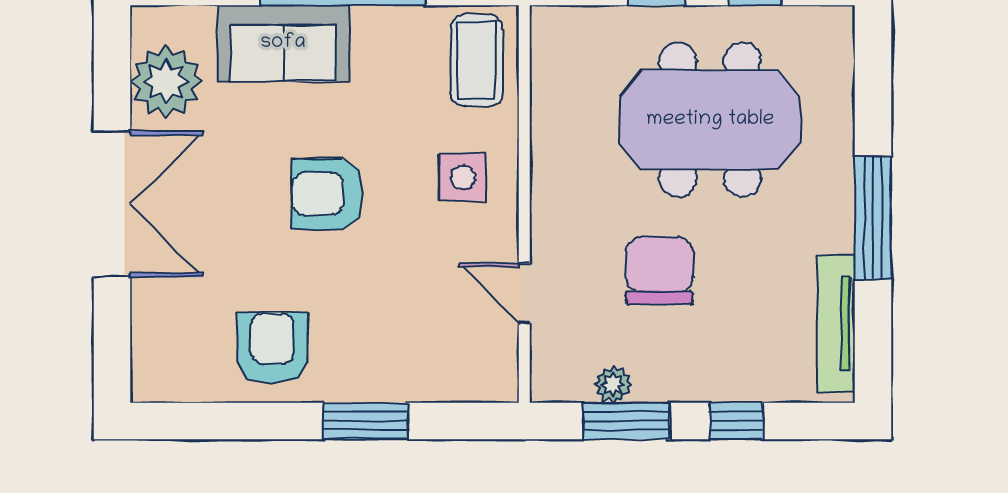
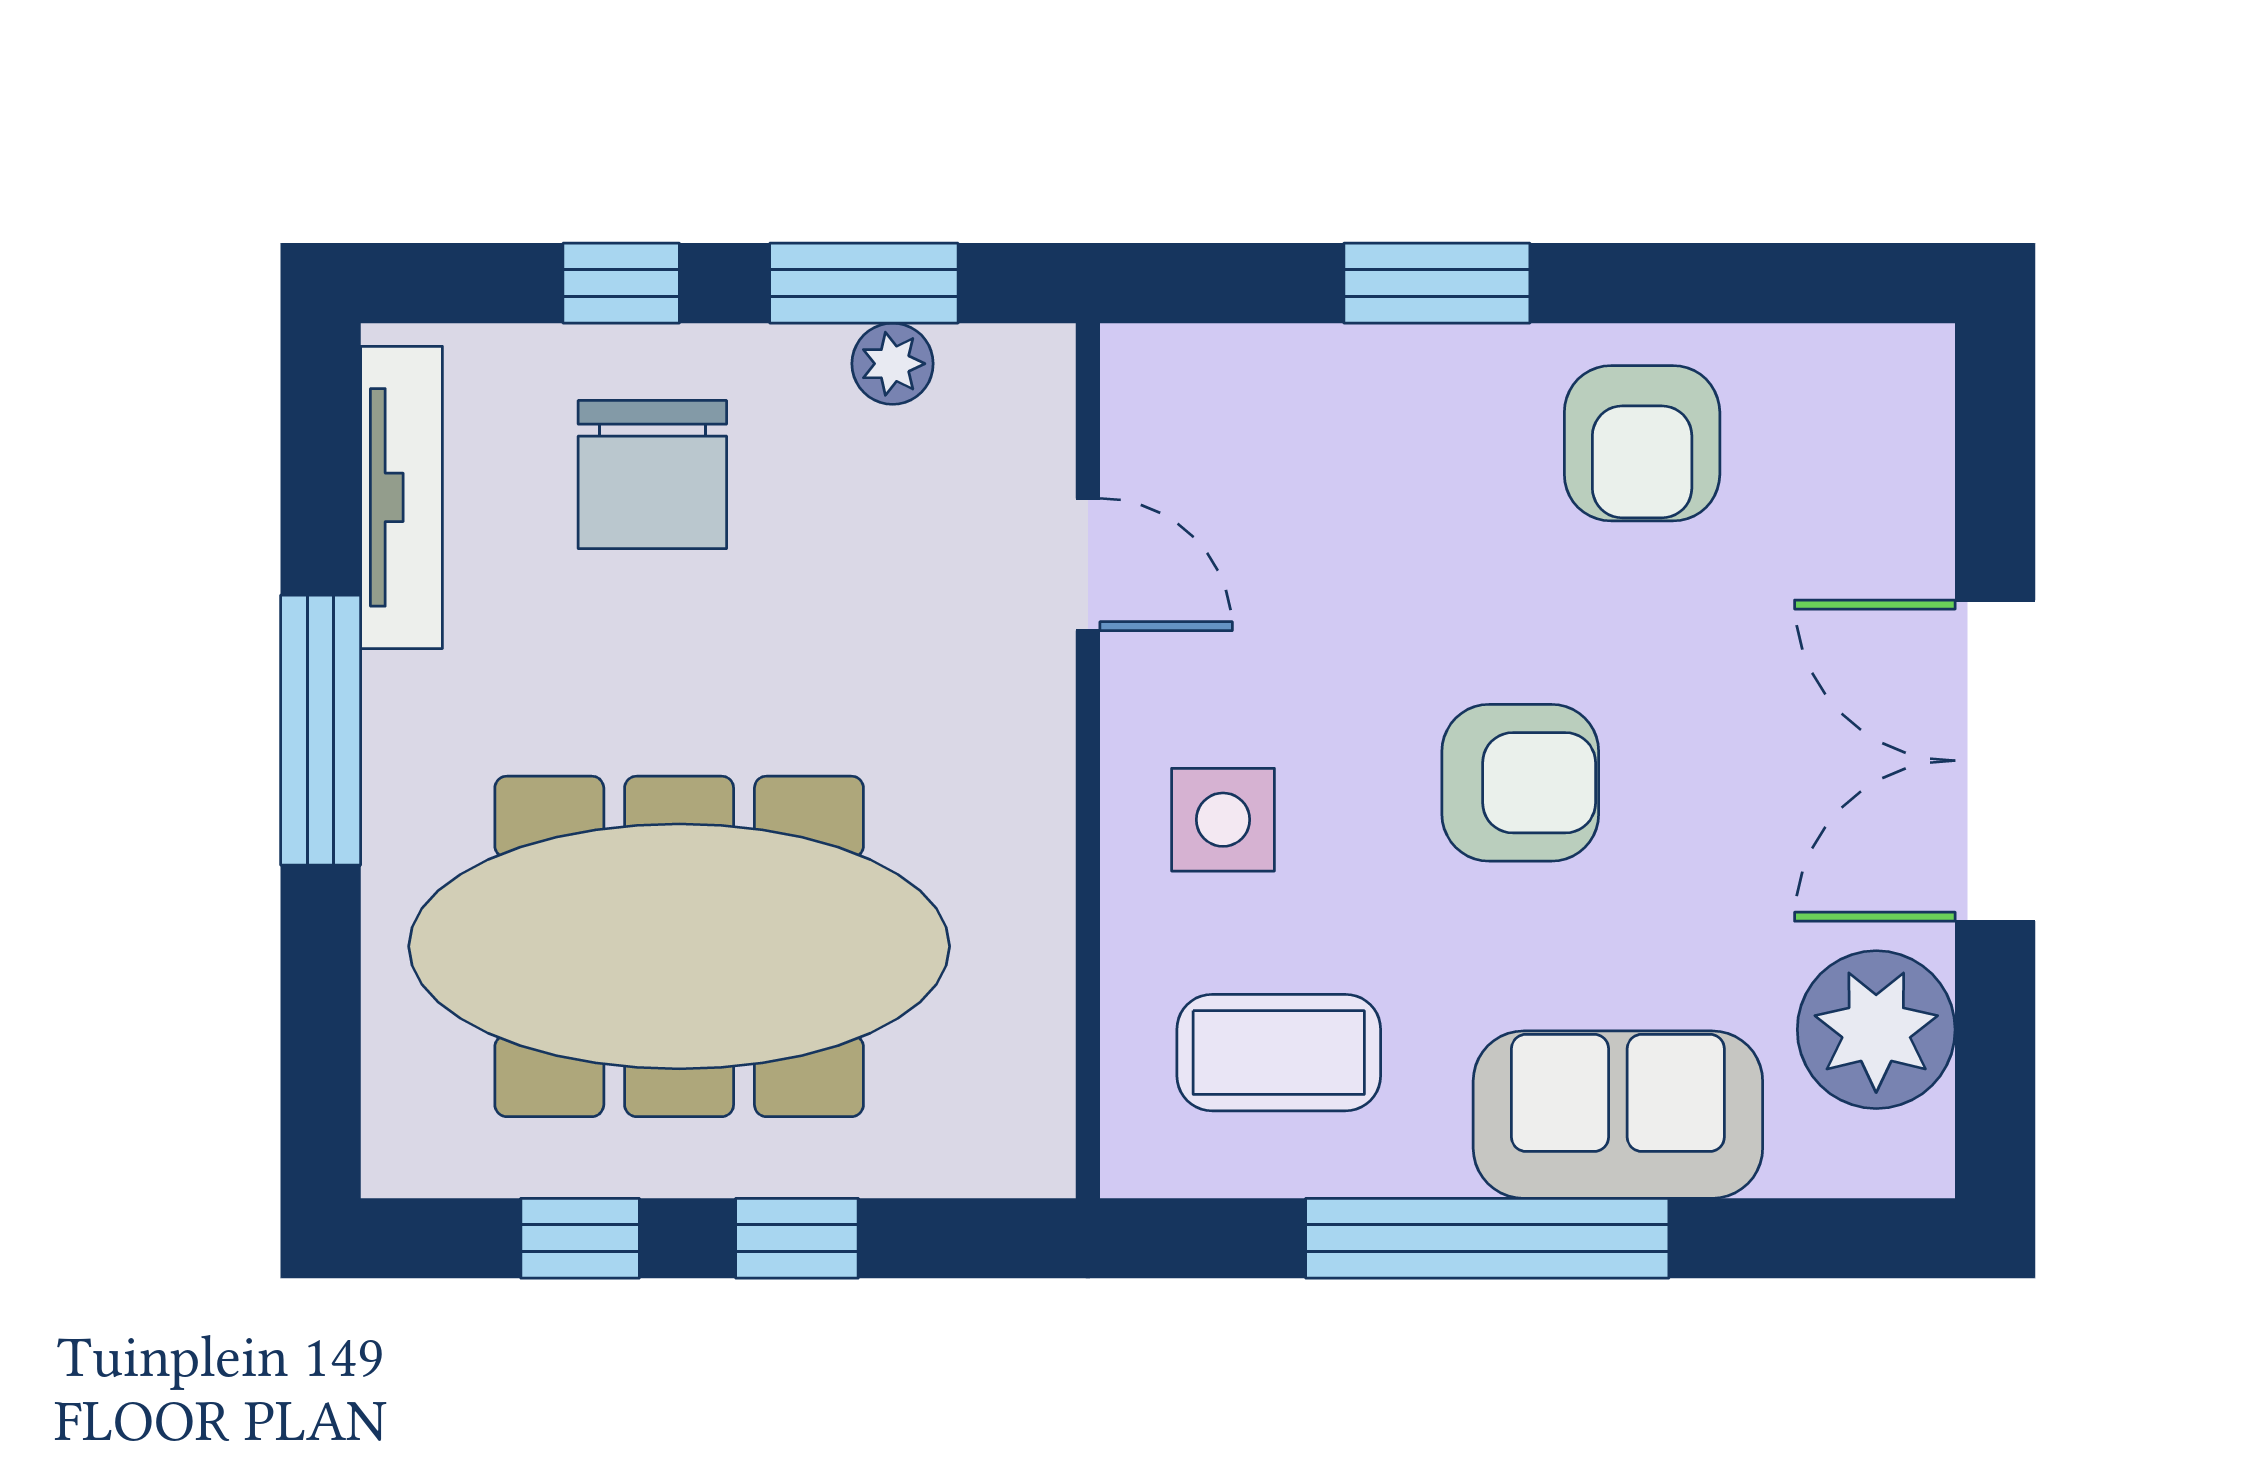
coffee table: (477, 60) -> (1279, 1053), moved, turned 90
meeting table: (710, 120) -> (679, 946), width x1.36
chair: (659, 271) -> (652, 475), moved

